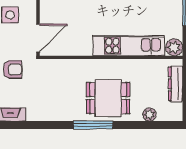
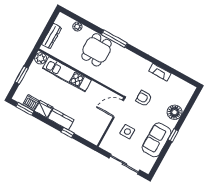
dining table: (108, 98) -> (96, 50), turned 90

